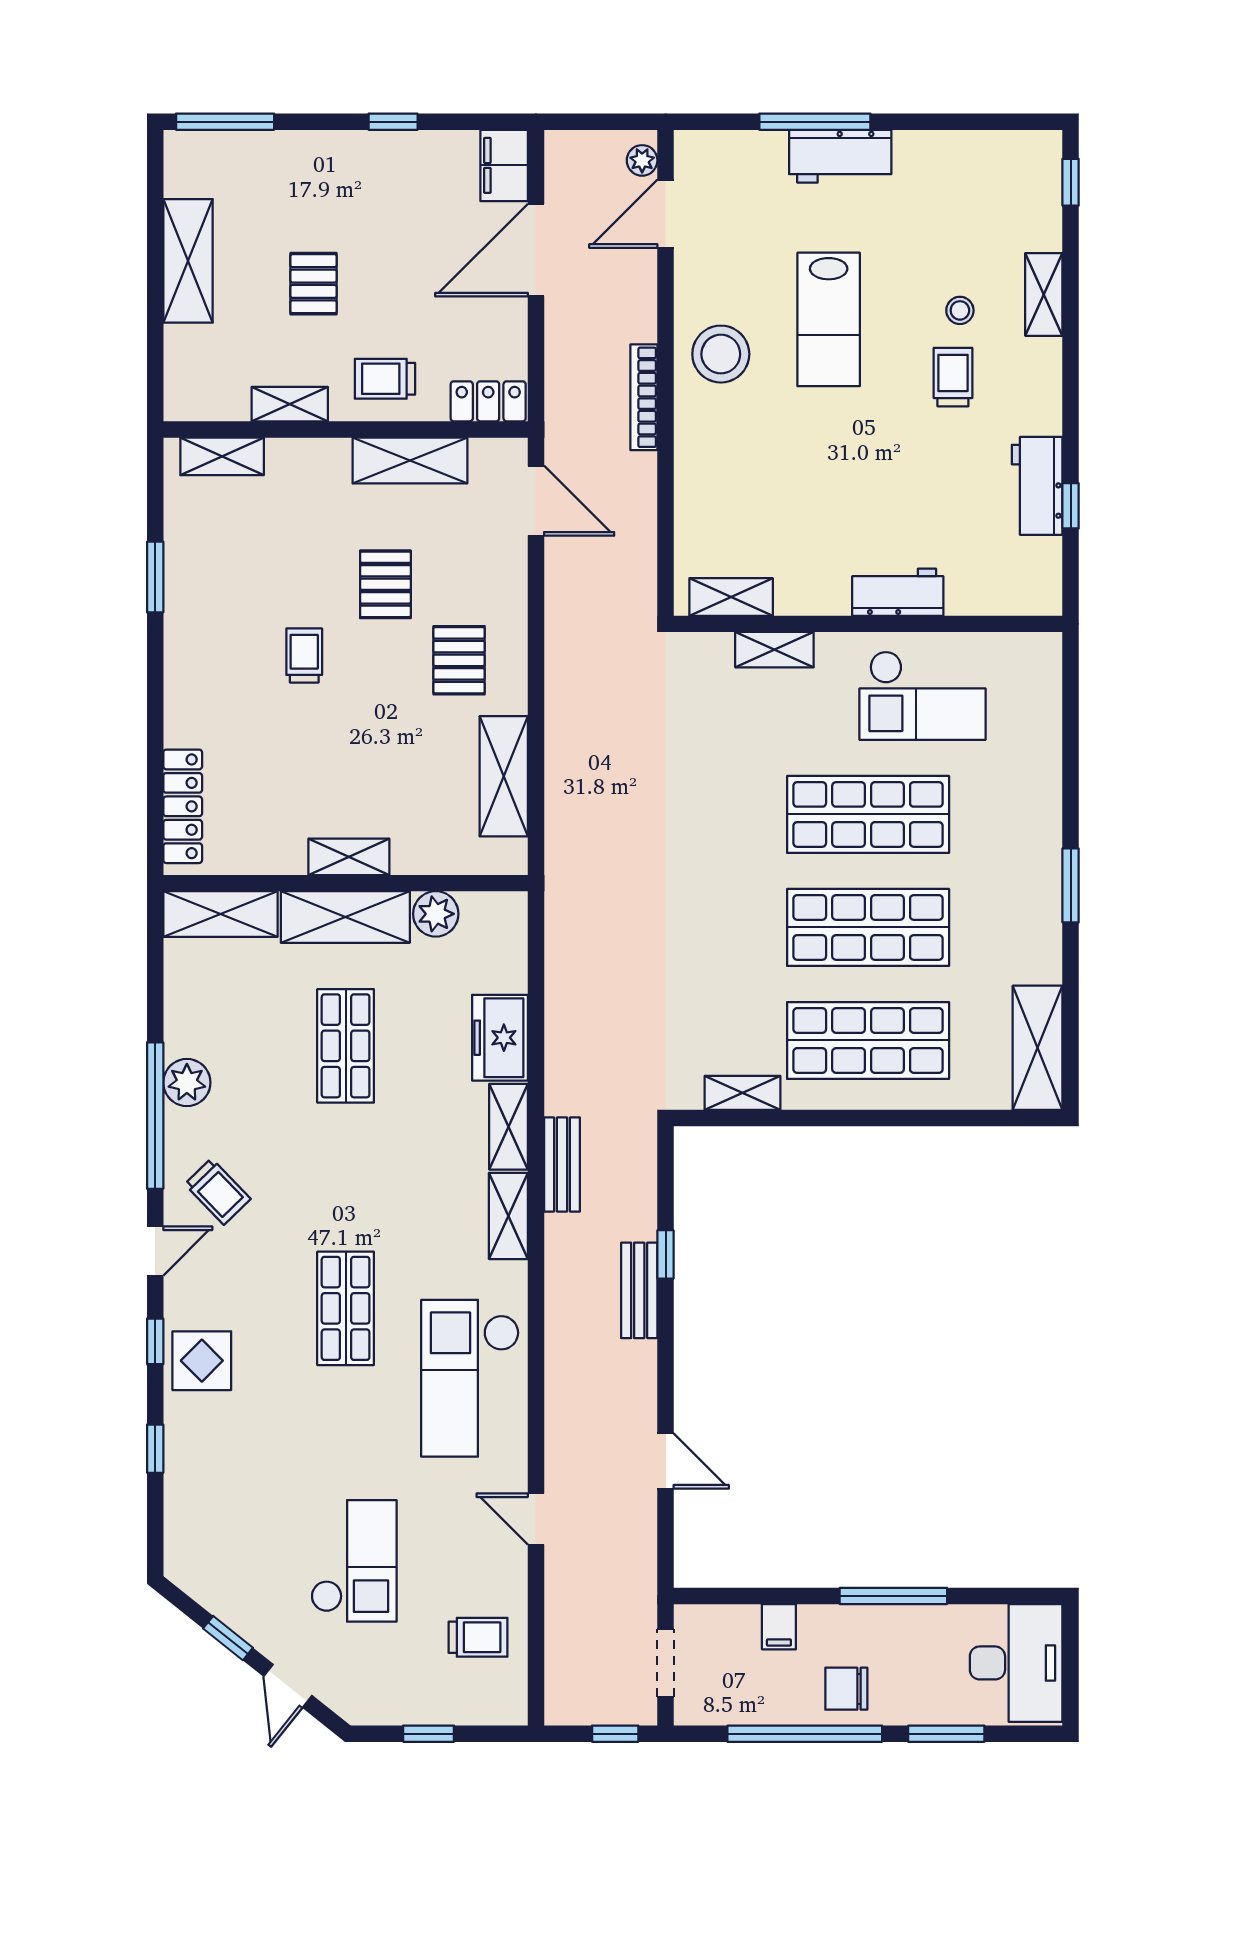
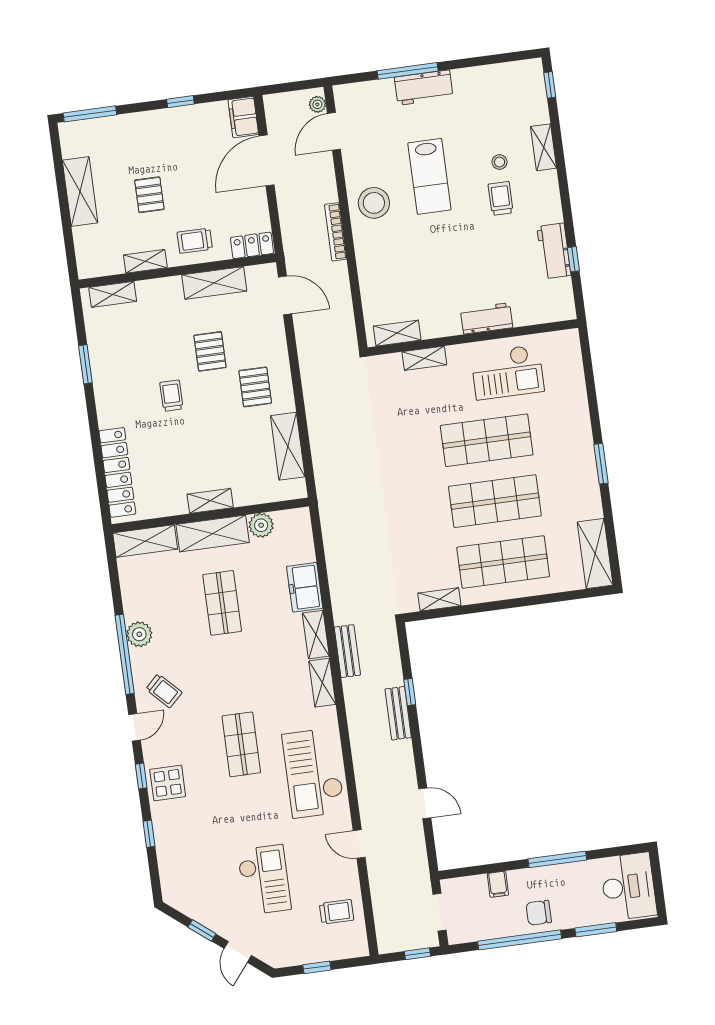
locker: (183, 806) -> (117, 472), width x1.41, depth x1.21

